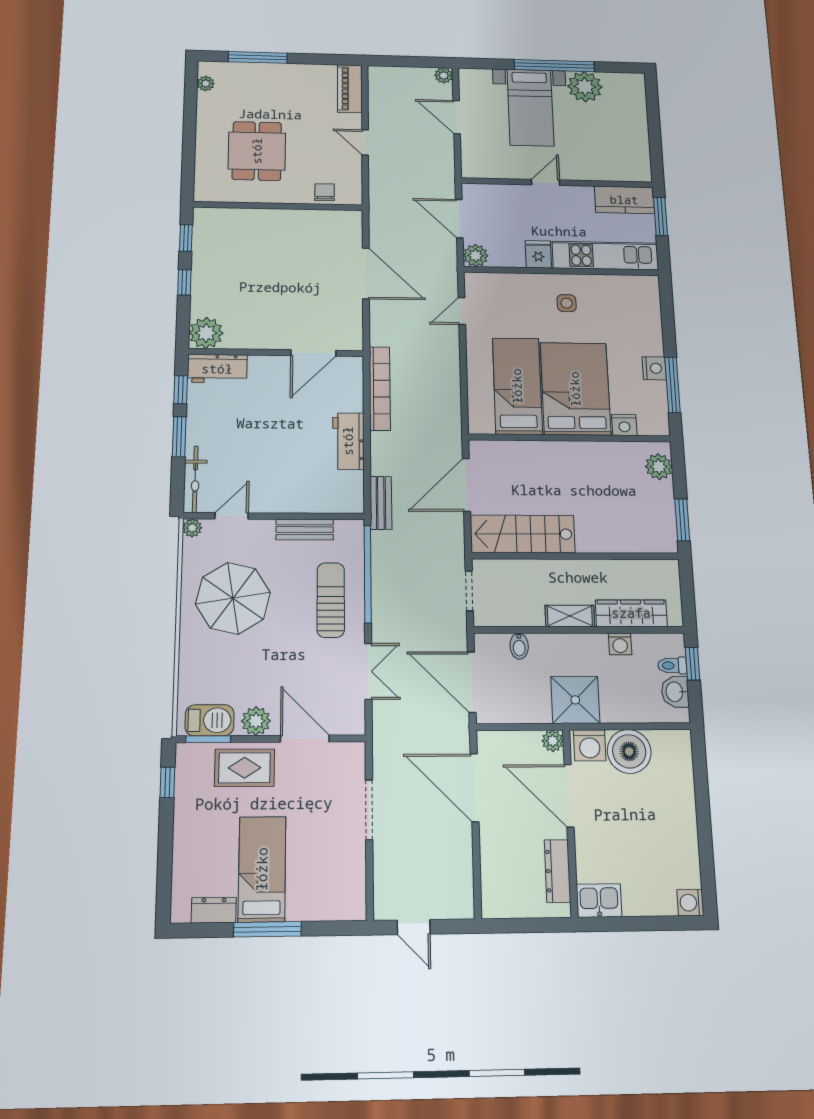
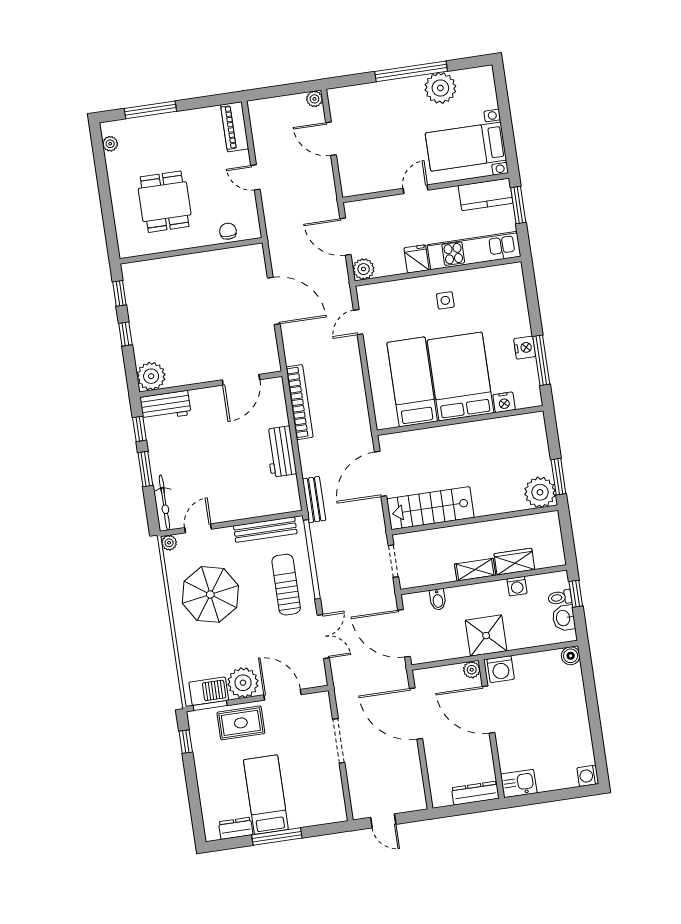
bed with nightstands: (530, 108) -> (466, 147), moved, turned 90
plant: (659, 467) -> (540, 492), moved, width x1.36, depth x1.36
bench: (305, 530) -> (265, 530), width x1.36
wardrobe: (631, 613) -> (514, 562), width x0.67
plant: (256, 721) -> (243, 683), width x1.36, depth x1.36
boiler: (629, 751) -> (571, 656), moved, width x0.54, depth x0.54
dresser: (557, 871) -> (475, 793), moved, turned 90

